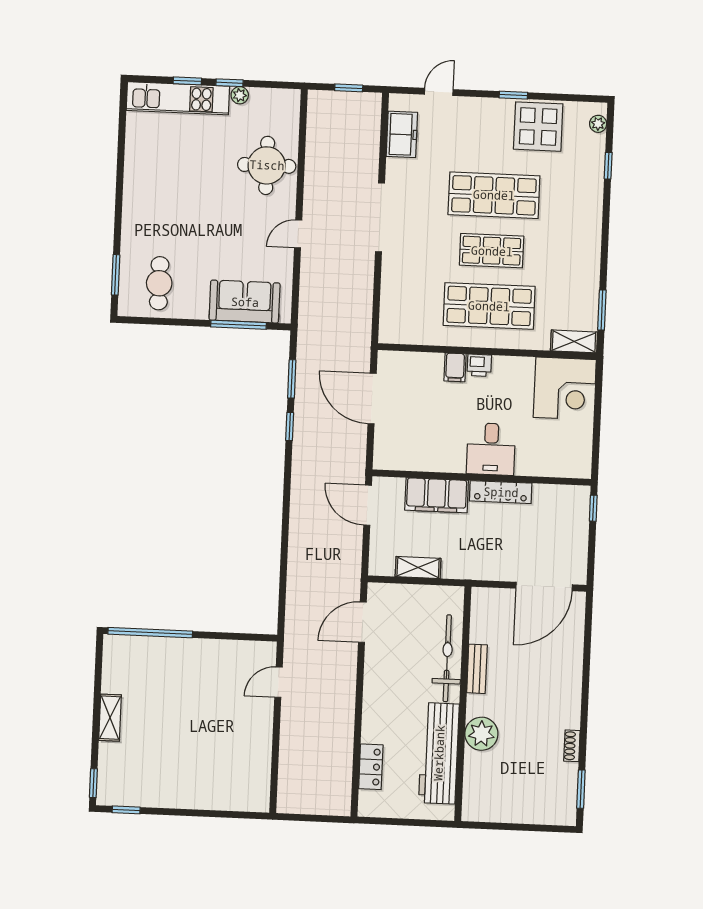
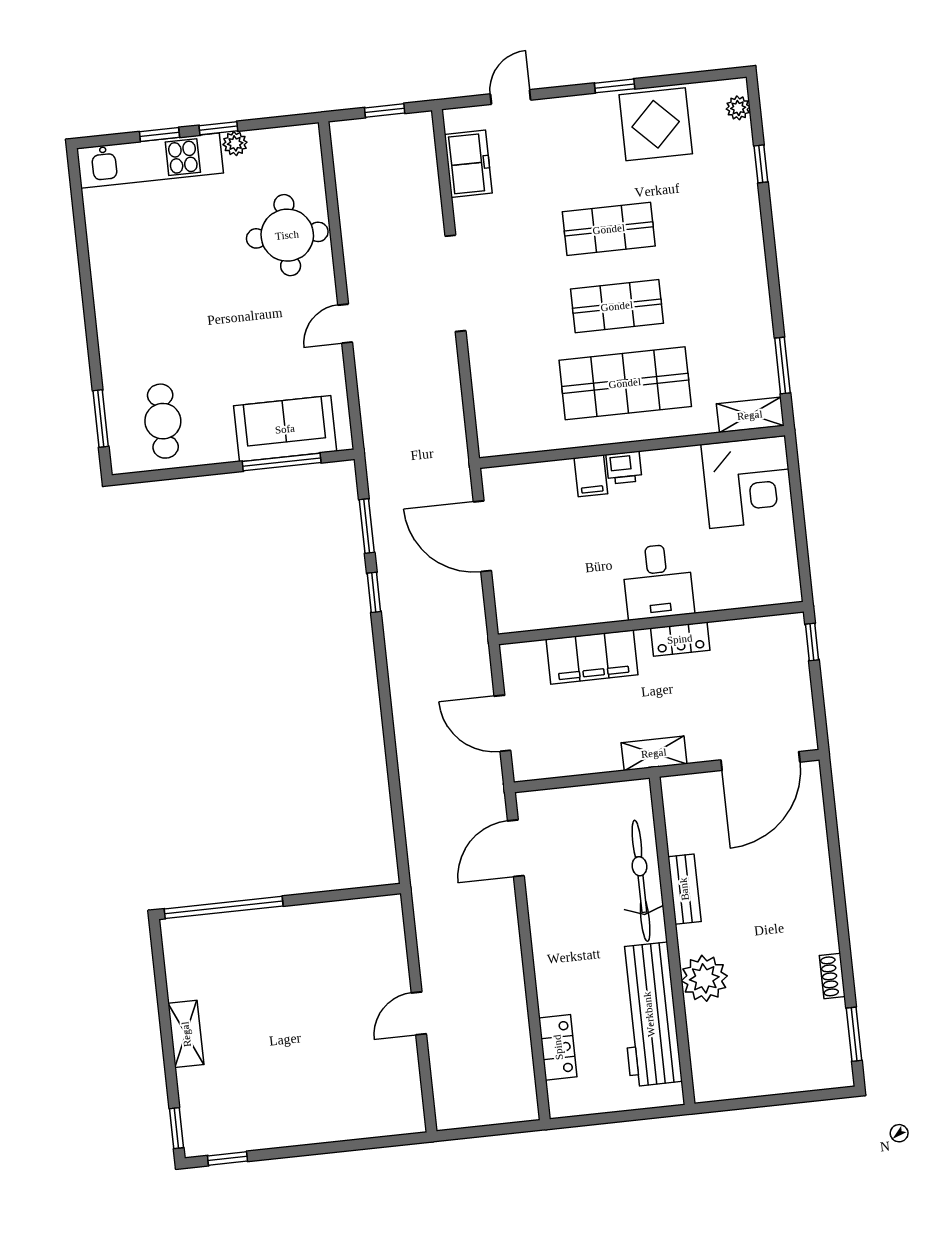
shop shelf: (494, 195) -> (609, 229), width x0.70, depth x0.74
locker: (501, 492) -> (680, 639), width x0.66
door: (368, 505) -> (502, 723), moved
shelving: (418, 568) -> (654, 753), moved
door: (278, 682) -> (419, 1013), moved

